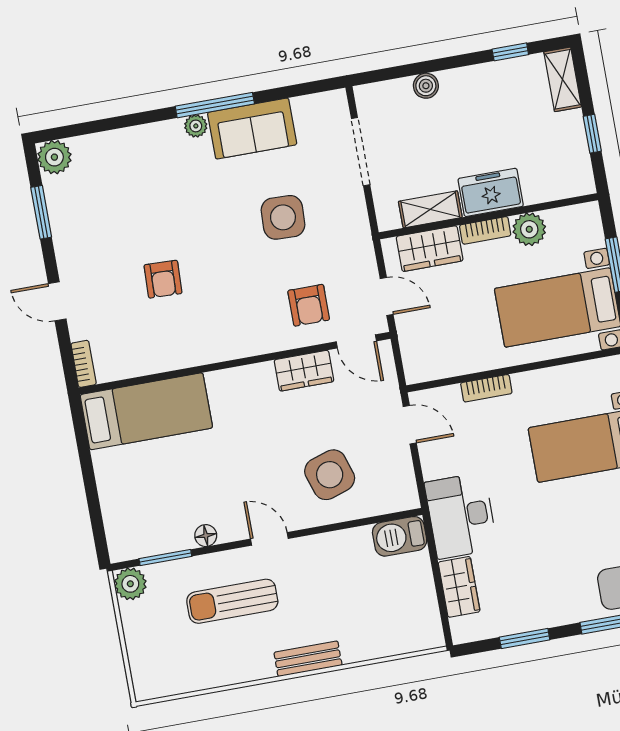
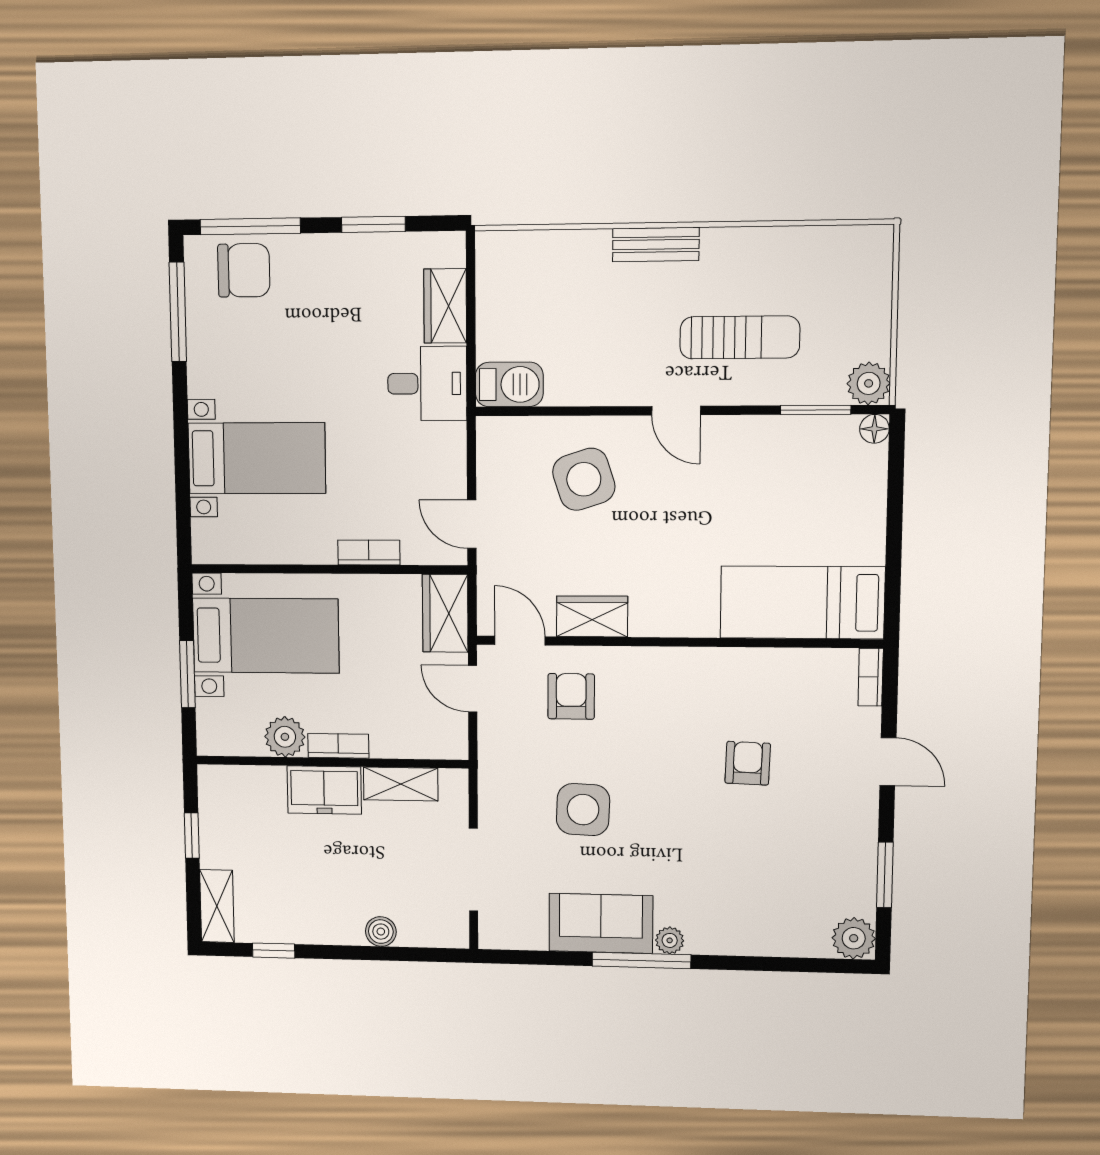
wardrobe: (430, 249) -> (445, 613), moved, turned -90
desk: (461, 516) -> (427, 384), width x0.73
floor lamp: (206, 536) -> (874, 429), moved

